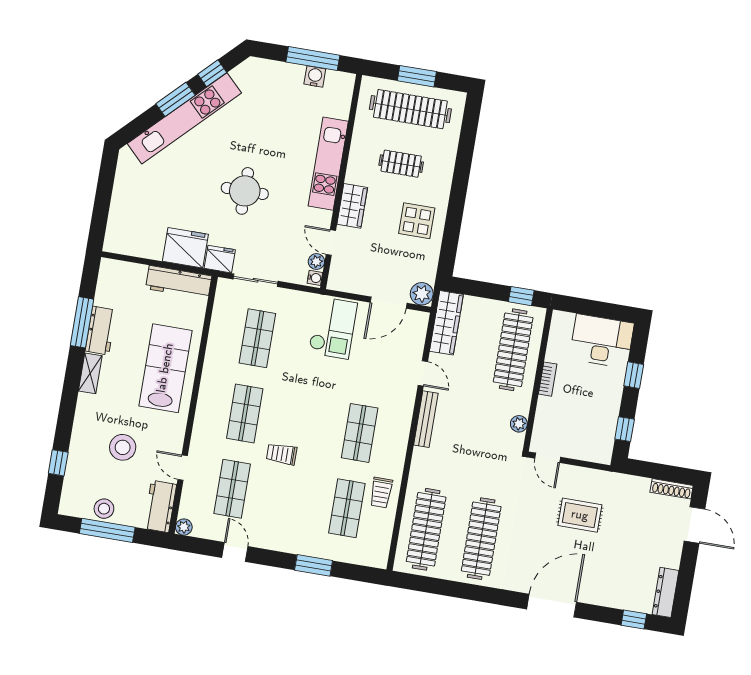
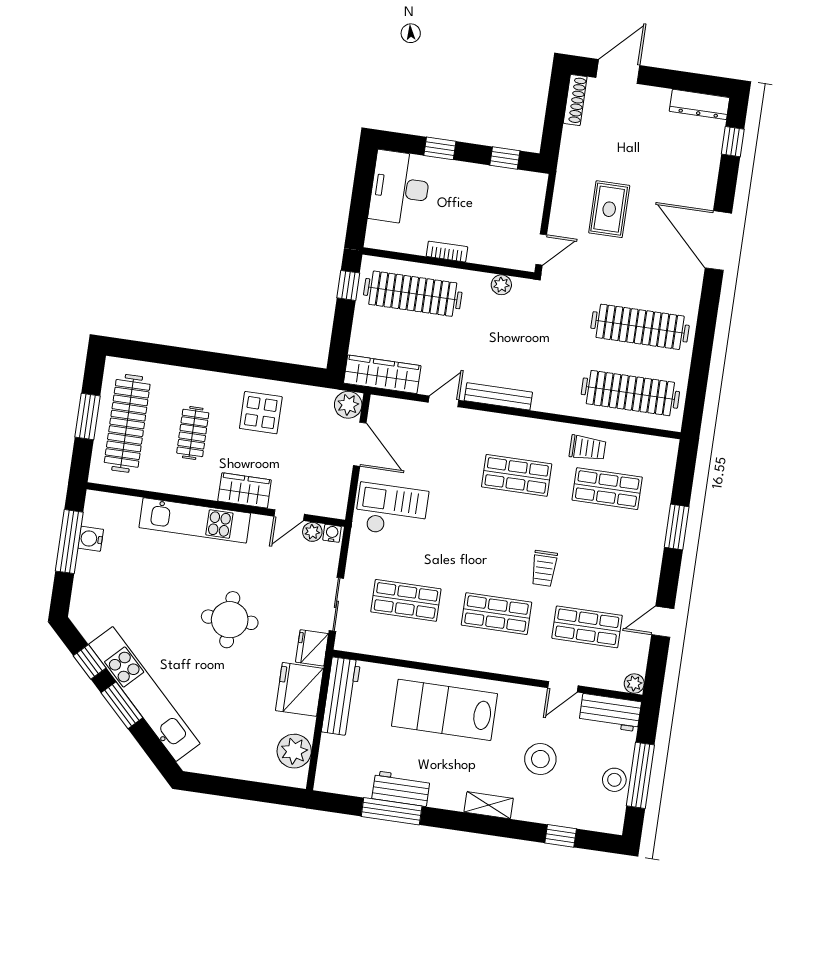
plant: (134, 242) -> (294, 751), added
shelving: (90, 373) -> (489, 805), moved

